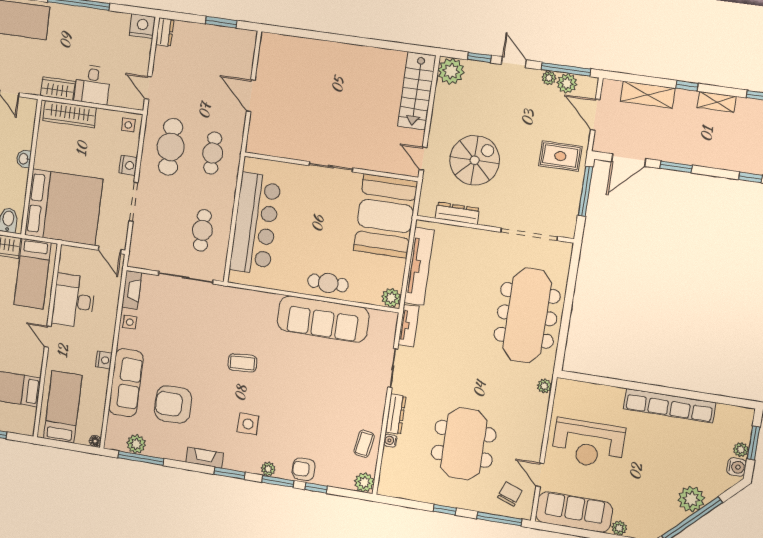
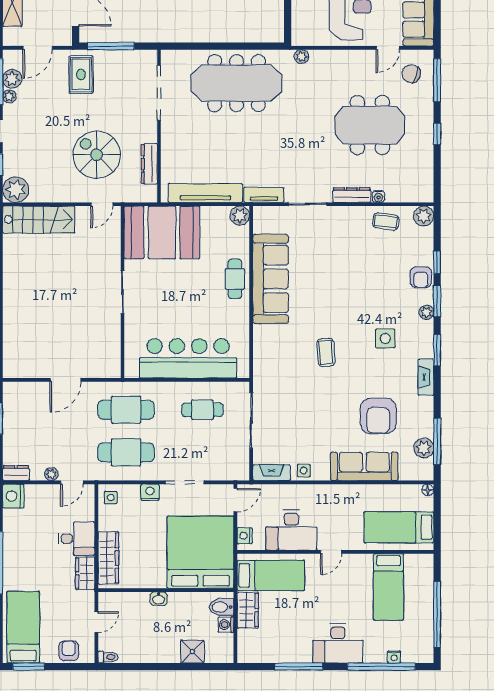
plant: (159, 68) -> (51, 474), added
cafe table: (213, 153) -> (126, 410), width x1.37, depth x1.35
nightstand: (104, 360) -> (245, 536), moved, turned -90

